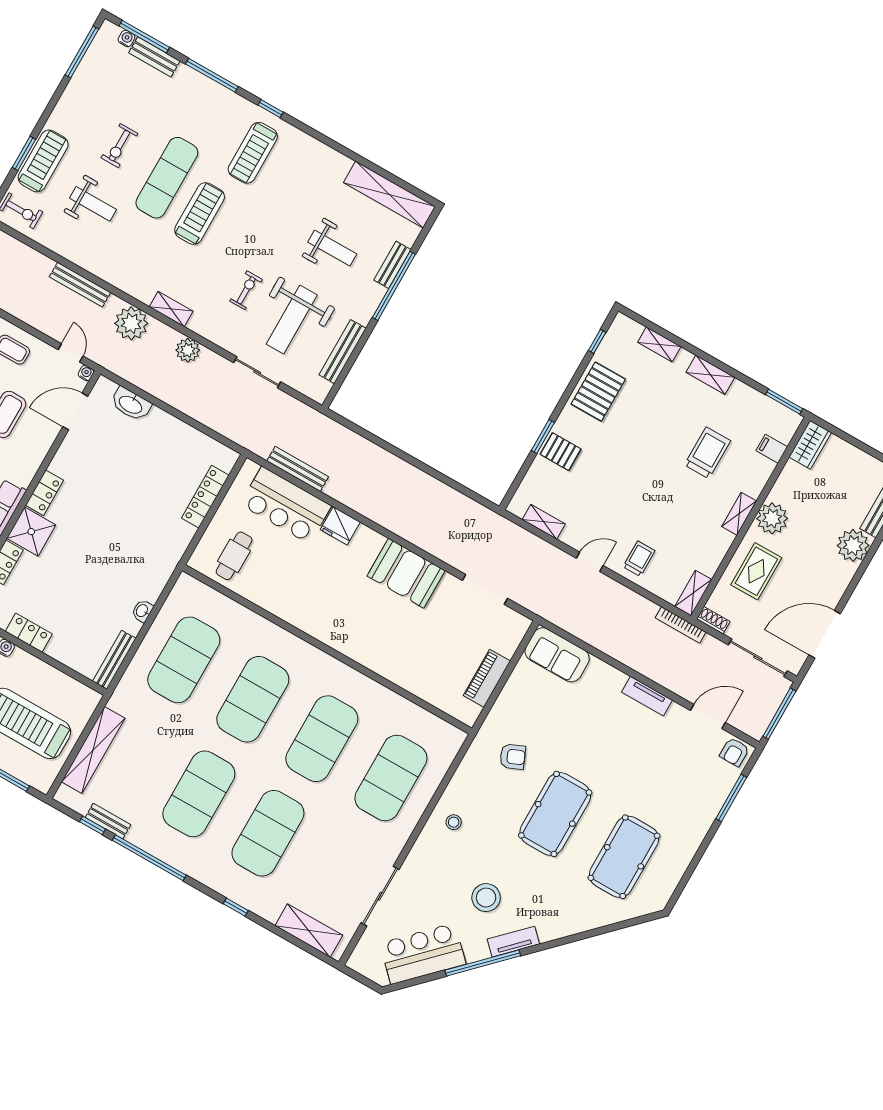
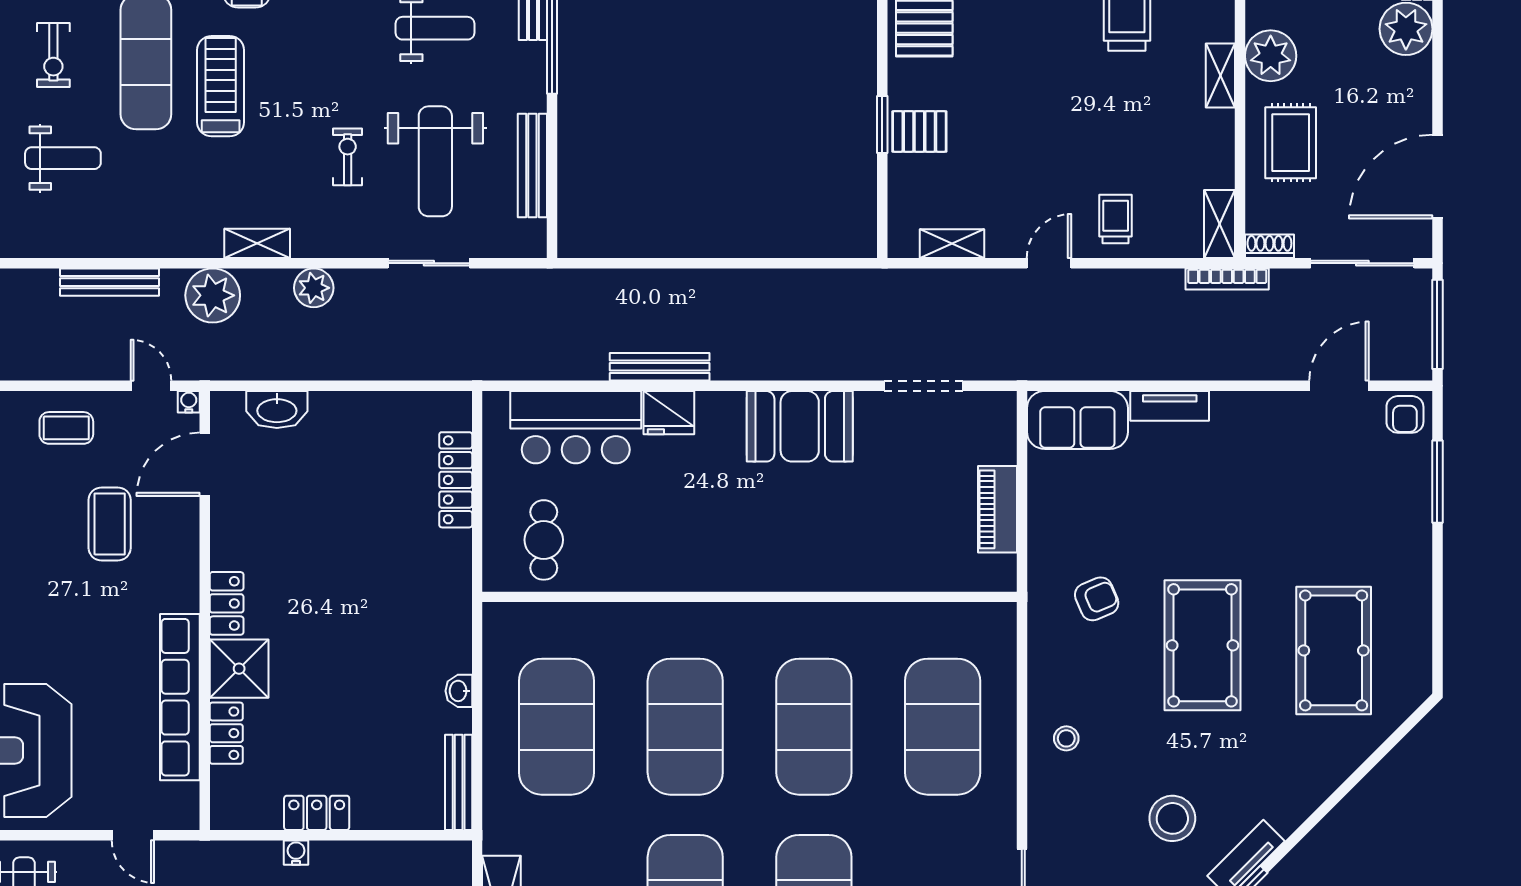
bench: (298, 469) -> (660, 367), moved
tv unit: (647, 696) -> (1170, 406), moved

